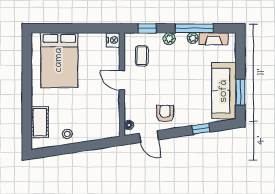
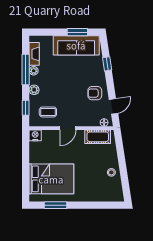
window: (27, 65) -> (56, 205), added
cot: (40, 122) -> (98, 137), moved

